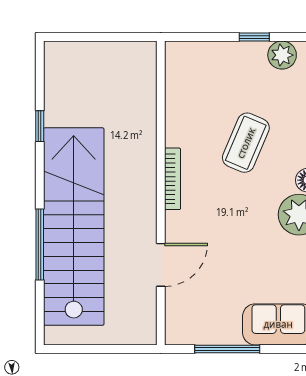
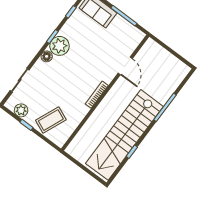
coffee table: (246, 143) -> (51, 120), moved
stairs: (74, 227) -> (124, 135), moved
door: (161, 265) -> (125, 66), swing flipped

